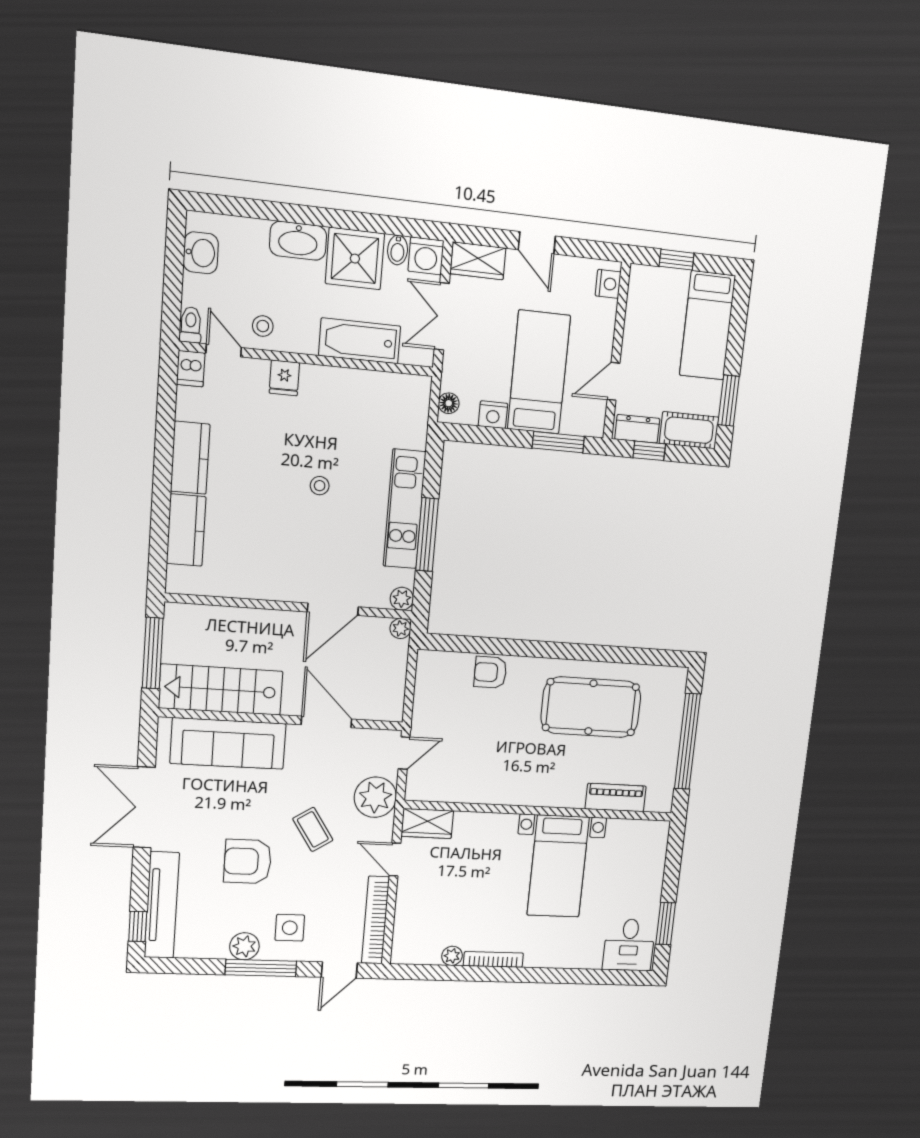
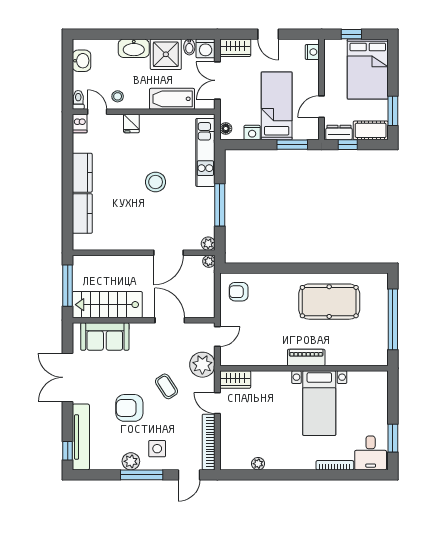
bed: (707, 325) -> (368, 69), width x1.50
stool: (320, 486) -> (156, 182), width x1.89, depth x1.89
kitchen unit: (405, 509) -> (205, 152), moved
armchair: (490, 672) -> (239, 292), moved
sofa: (228, 744) -> (105, 336), width x0.73
piano: (616, 798) -> (306, 357), moved
bookcase: (493, 959) -> (335, 465), moved

